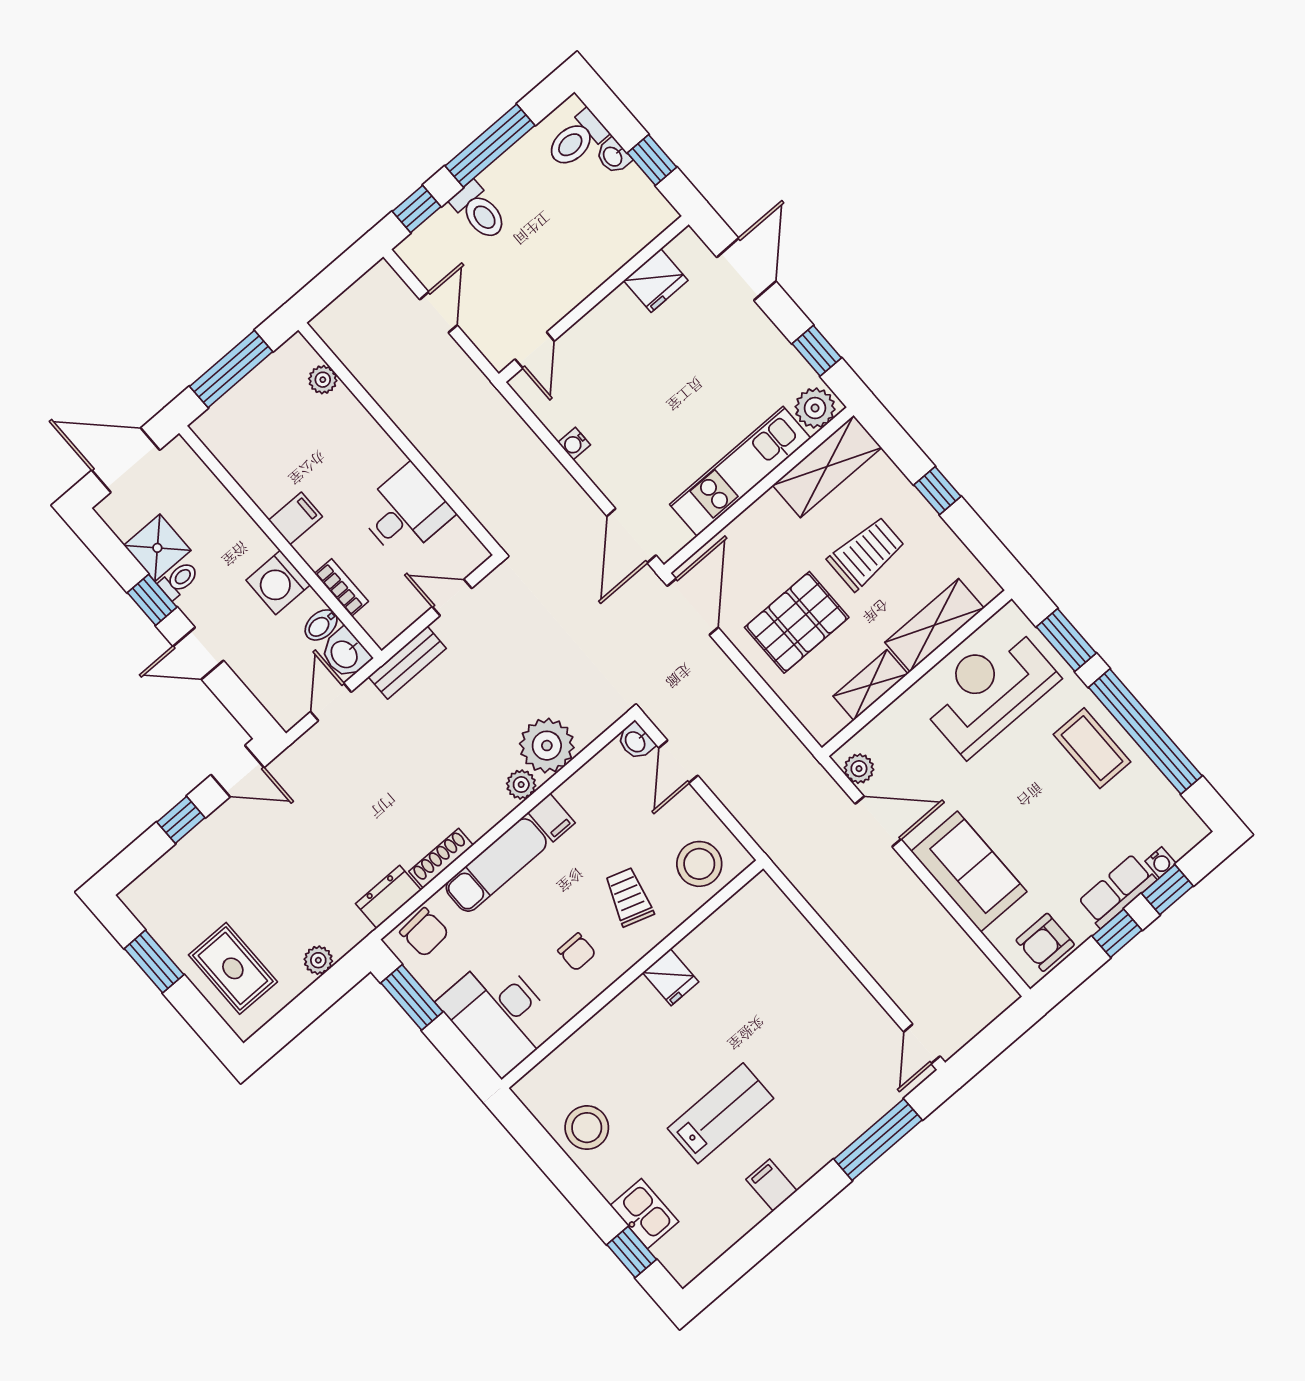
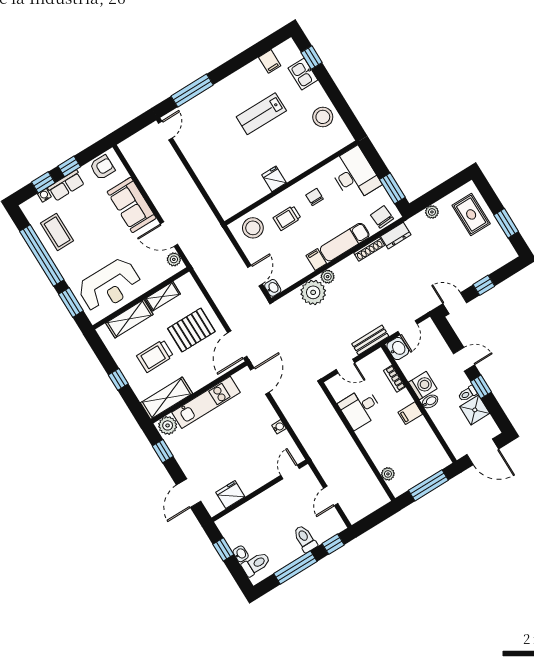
bidet: (321, 625) -> (430, 401), moved
coffee table: (1092, 748) -> (57, 232), moved
trolley: (629, 897) -> (287, 218), turned 72
filing cabinet: (771, 1185) -> (270, 61), moved

